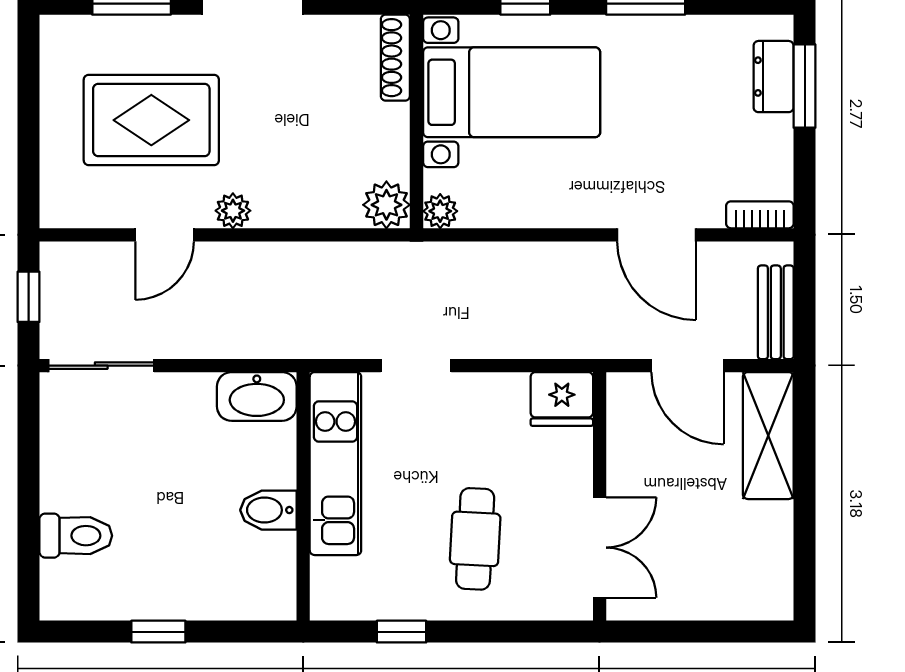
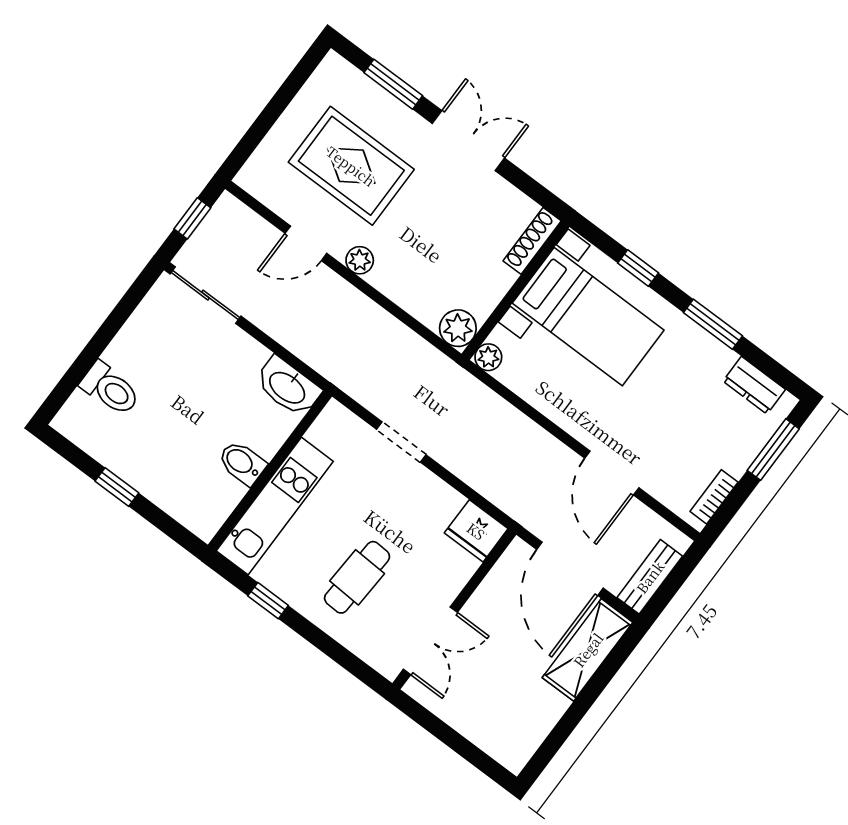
dresser: (774, 77) -> (754, 385), moved, turned -90
bookcase: (760, 215) -> (714, 497), moved, turned -90
door: (688, 366) -> (570, 569), width x1.36
kitchen unit: (335, 464) -> (275, 506), moved

